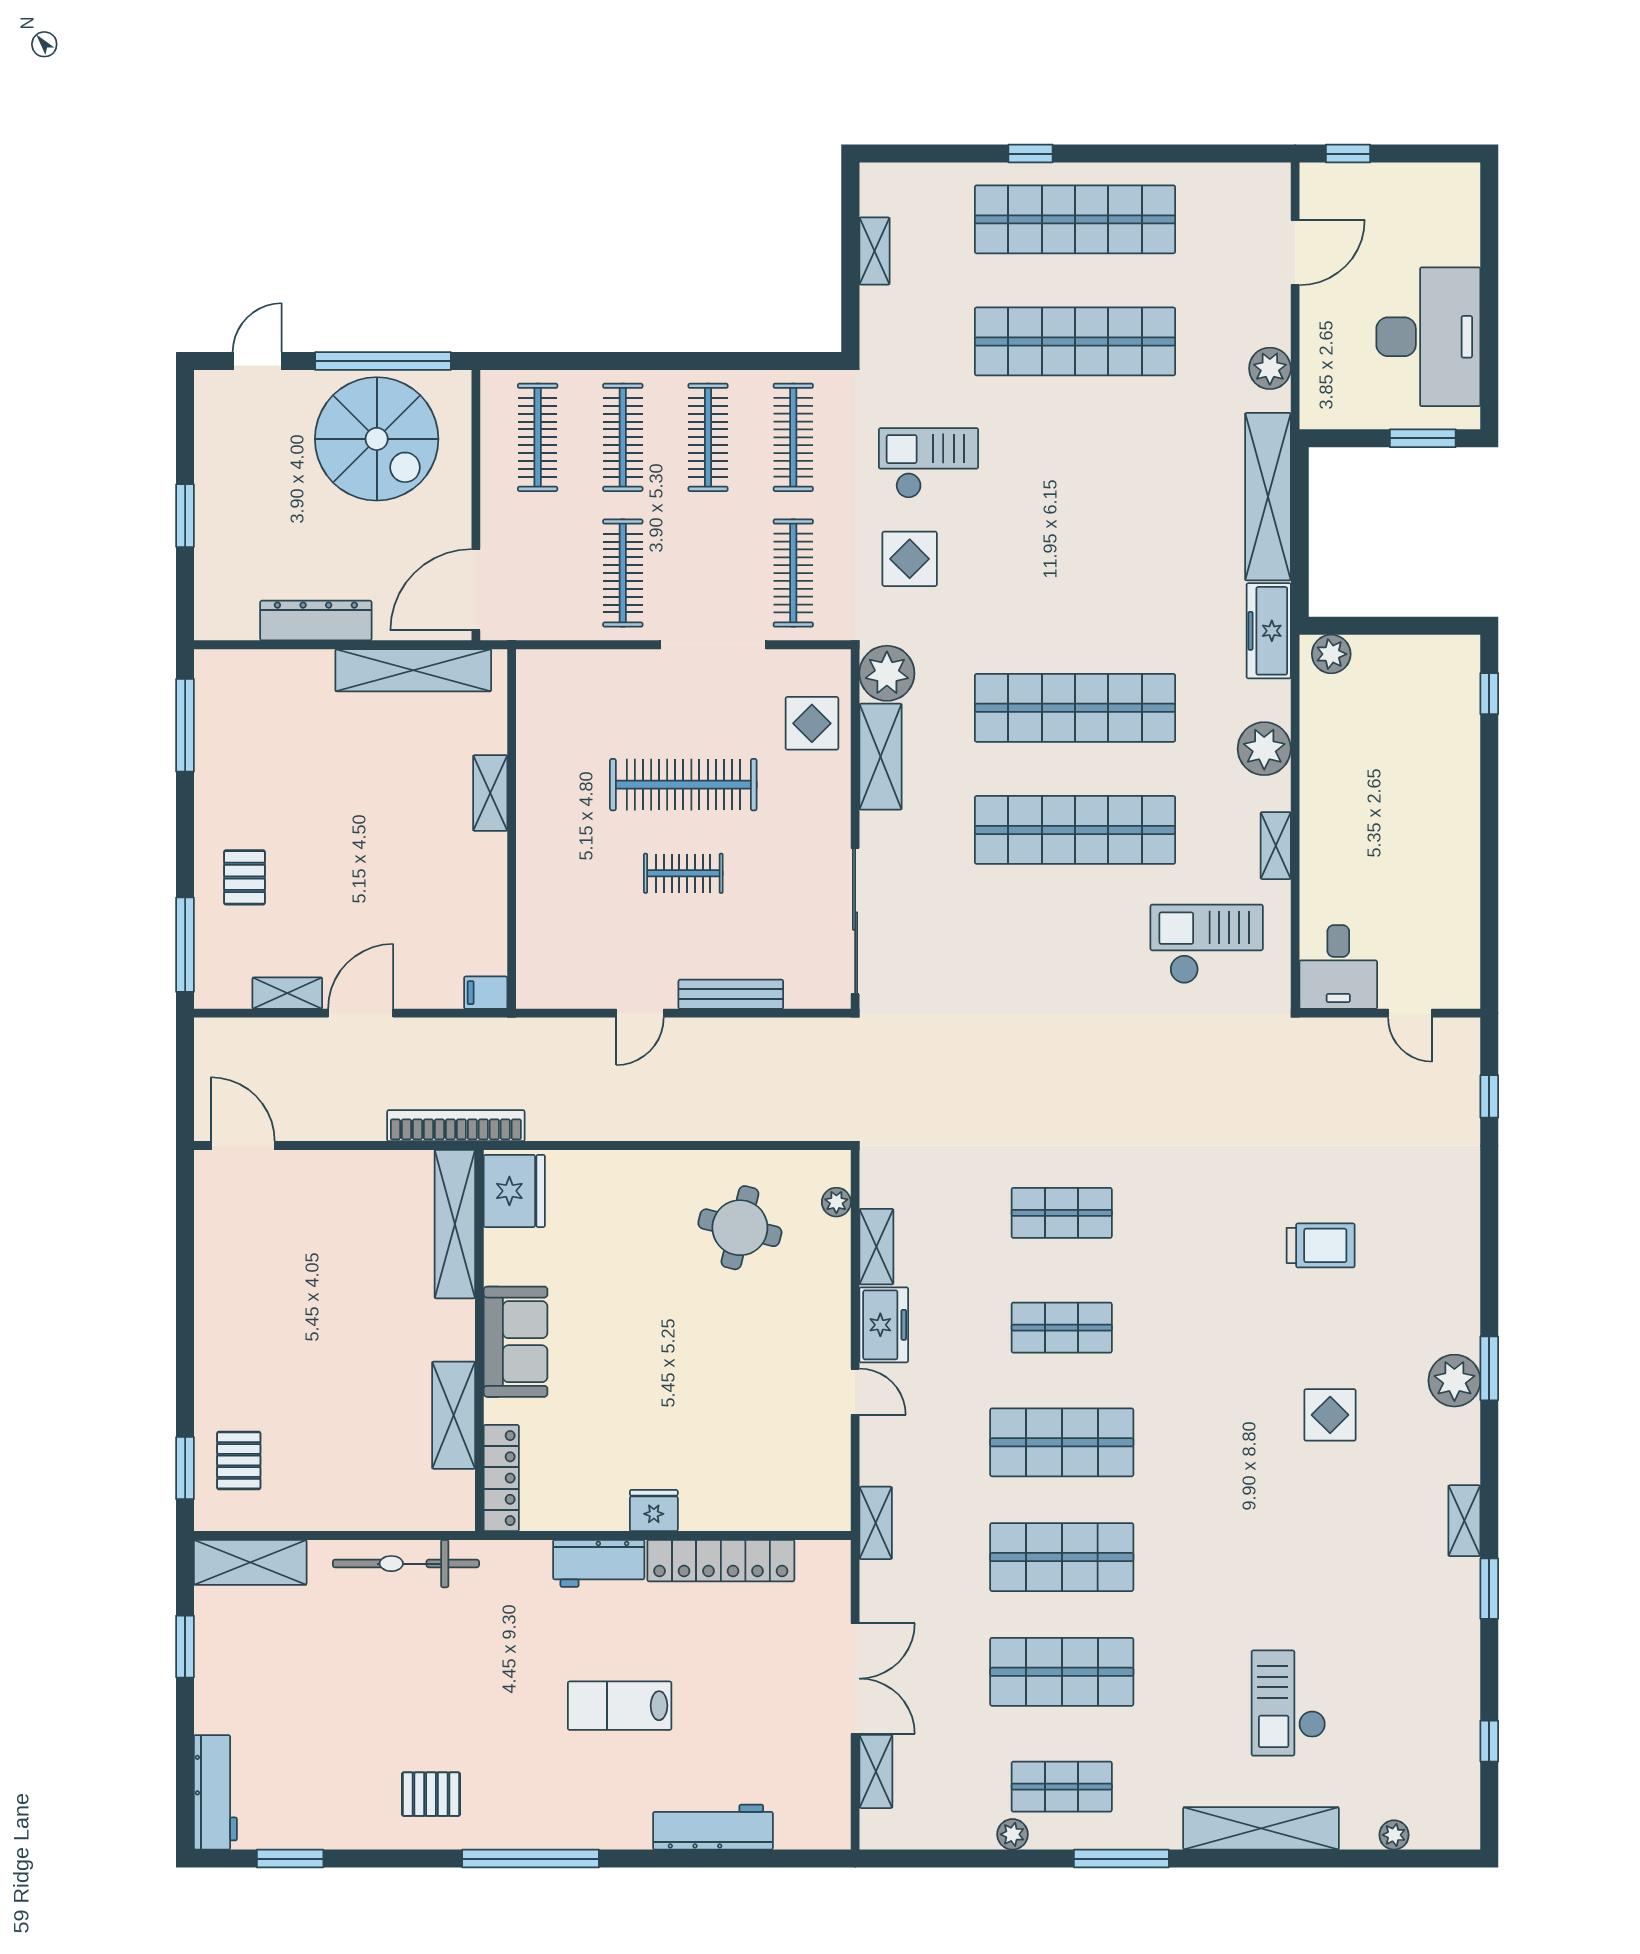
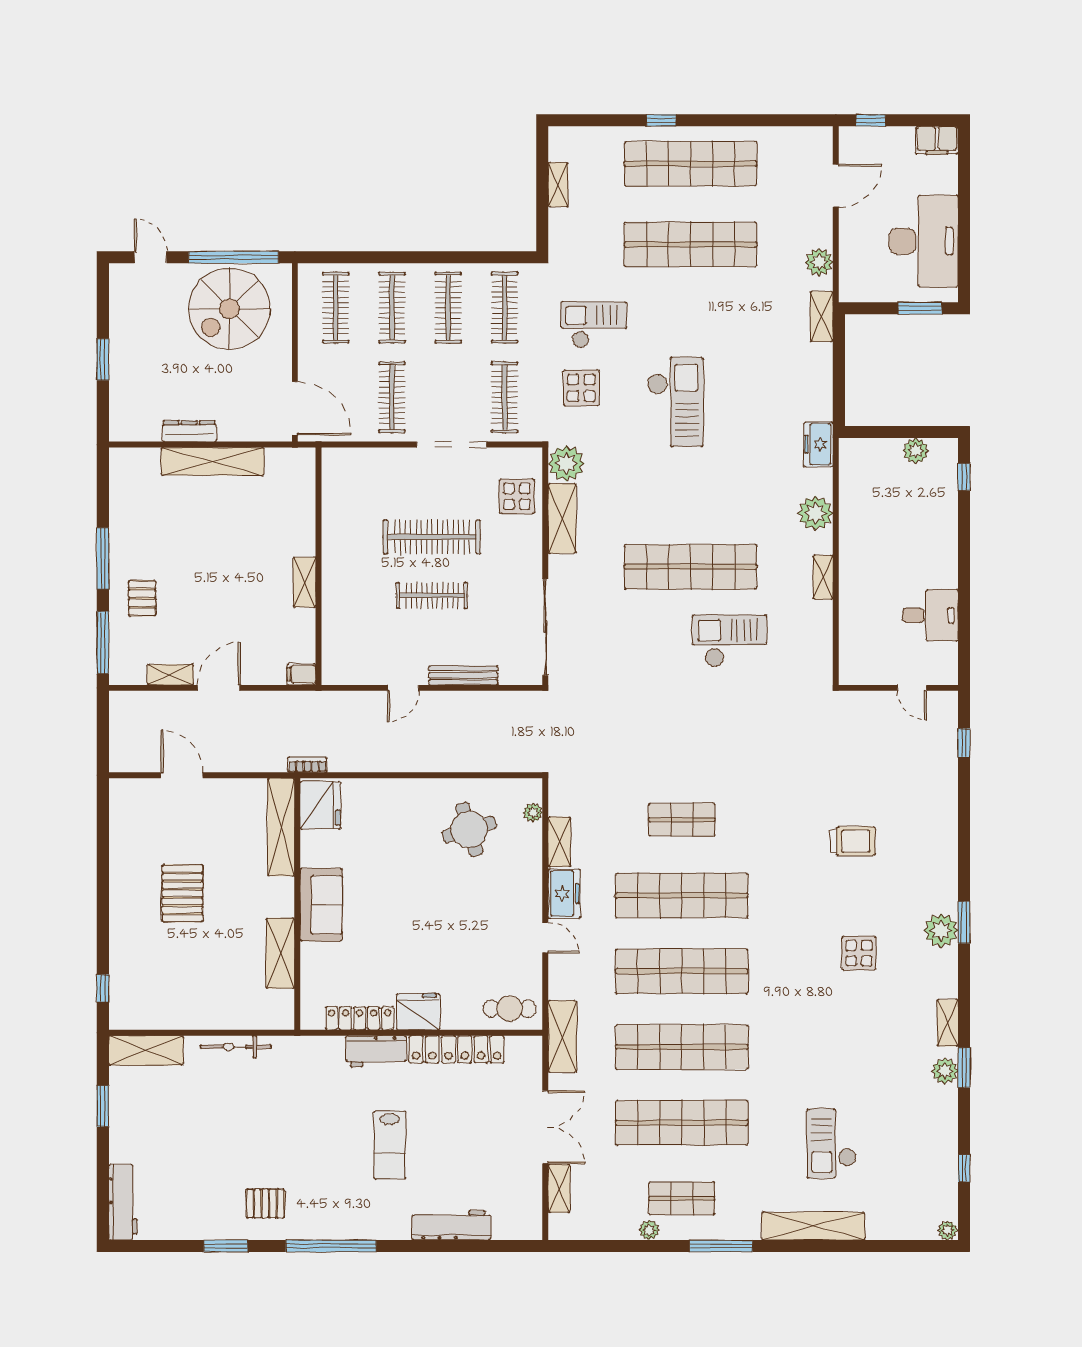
filing cabinet: (1448, 184) -> (937, 140), added
door: (257, 361) -> (151, 257), hinge flipped
spiral stairs: (377, 439) -> (229, 309), turned 90
shelving: (1268, 497) -> (822, 317), width x0.45, depth x0.75
checkout: (1052, 580) -> (675, 402), added
door: (476, 590) -> (295, 408), swing flipped
dresser: (316, 621) -> (189, 431), width x0.73, depth x0.80
freezer: (1269, 631) -> (818, 444), width x0.71
plant: (1331, 654) -> (916, 451), moved
shelving: (413, 670) -> (213, 461), moved
shop shelf: (1075, 708) -> (691, 486), removed
window: (185, 725) -> (103, 558), moved
shelving: (490, 793) -> (304, 582), moved
clothes rail: (683, 873) -> (432, 595), width x1.36
checkout: (1207, 944) -> (729, 641), moved
desk: (1338, 967) -> (930, 615), moved, turned -90
bookcase: (456, 1126) -> (307, 765), width x0.43, depth x0.76
door: (243, 1146) -> (182, 775), moved
round table: (740, 1228) -> (469, 829), turned -31
shop shelf: (1062, 1328) -> (682, 895), width x2.00, depth x1.36
shop shelf: (1062, 1442) -> (682, 971), width x1.40
pallet: (239, 1460) -> (182, 893), moved, width x1.50, depth x1.42
window: (185, 1468) -> (103, 988), width x0.67
locker: (501, 1478) -> (360, 1018), moved, turned -90
cafe table: (801, 1499) -> (510, 1009), added
fridge: (654, 1511) -> (418, 1012), width x1.36, depth x1.34
shelving: (876, 1523) -> (562, 1036), width x1.50, depth x1.33
shop shelf: (1062, 1557) -> (682, 1047), width x1.40
bicycle: (406, 1564) -> (236, 1047), width x0.73, depth x0.71
plant: (1460, 1593) -> (945, 1071), added
shop shelf: (1062, 1672) -> (682, 1123), width x1.40
lab bench: (620, 1706) -> (390, 1145), turned -90
plant: (1394, 1835) -> (947, 1230), moved
window: (290, 1859) -> (226, 1246), moved

